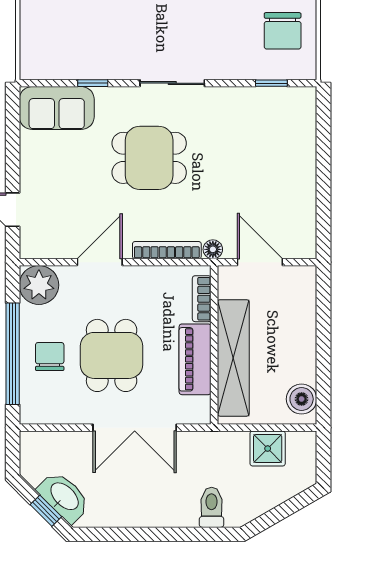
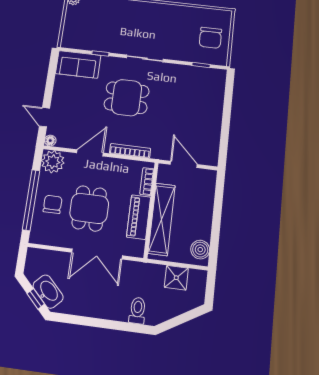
floor lamp: (213, 249) -> (50, 141), moved

